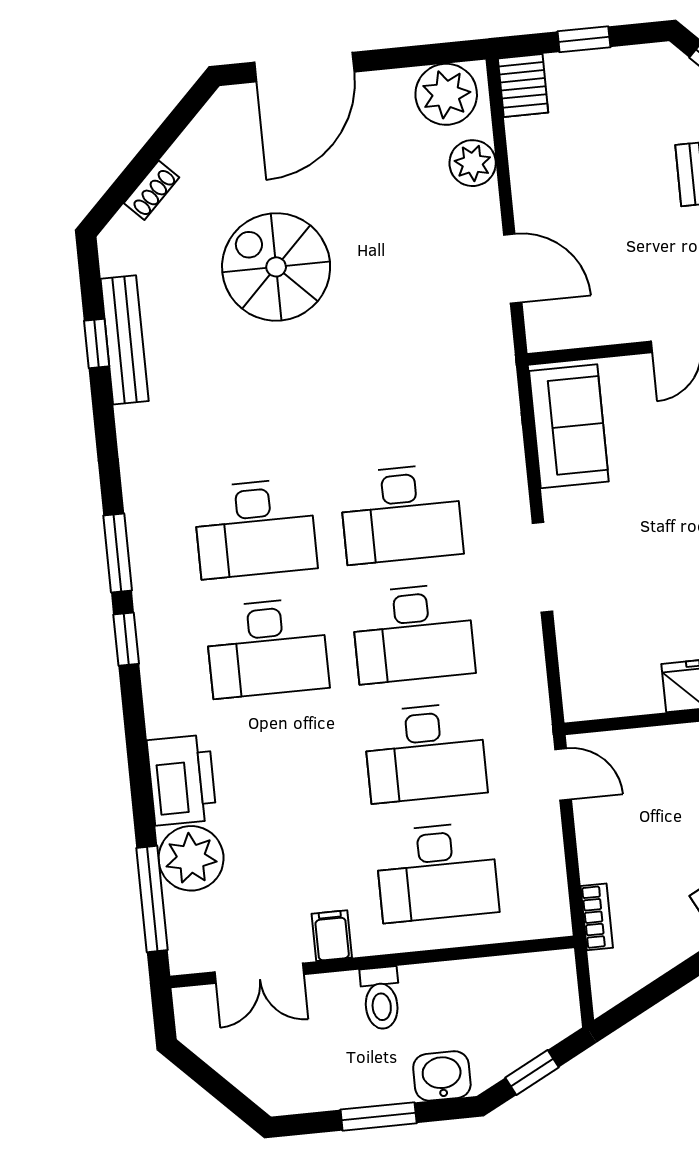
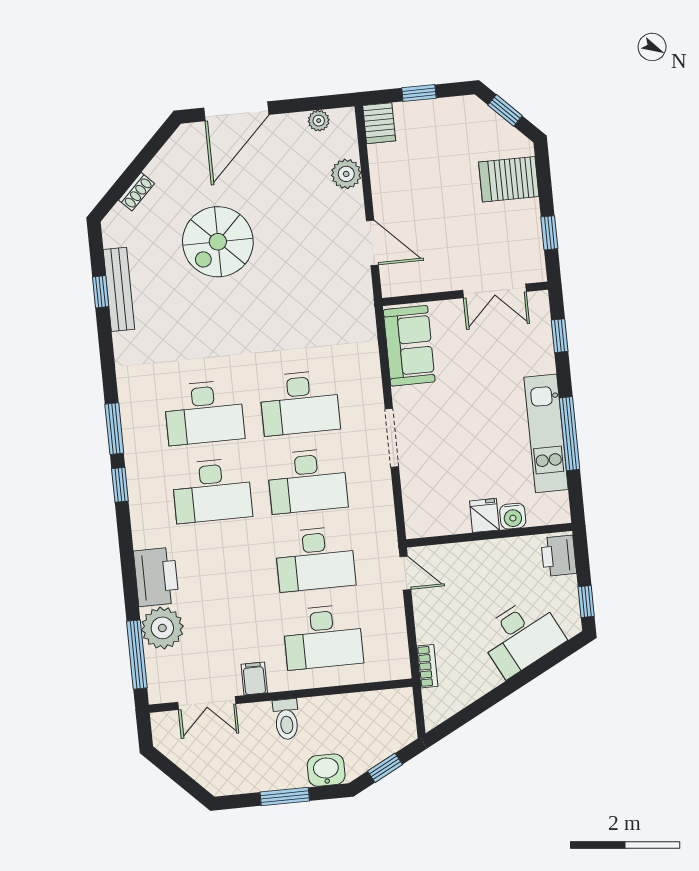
plant: (446, 94) -> (319, 121), width x0.53, depth x0.53
spiral stairs: (276, 267) -> (218, 242), turned -90

